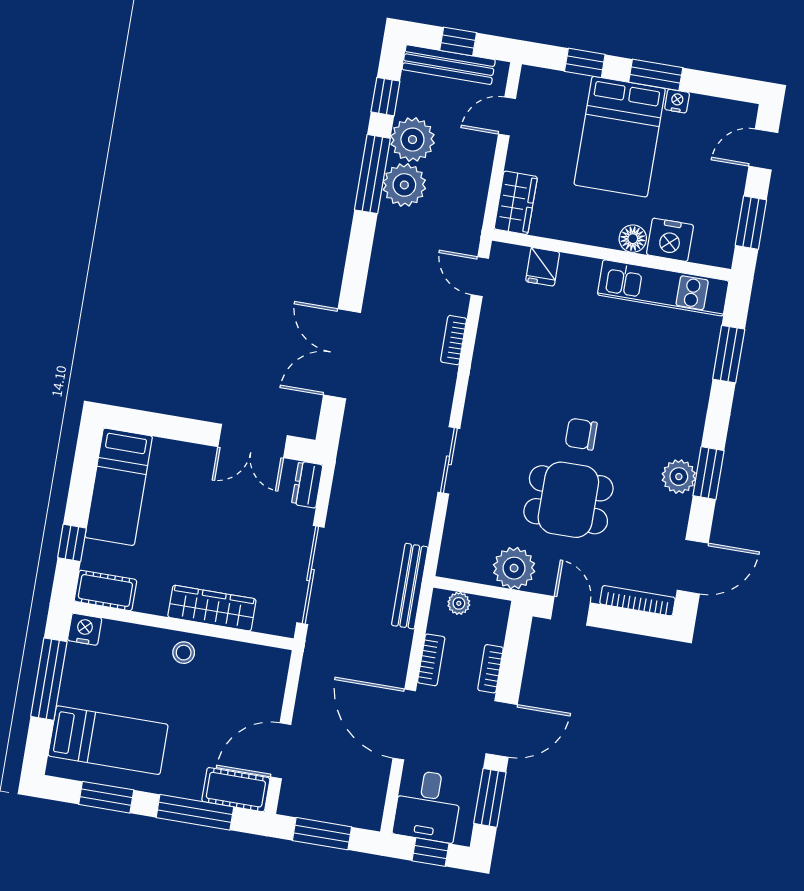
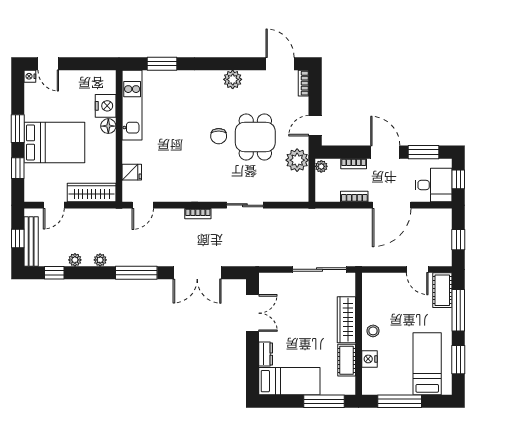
nightstand: (677, 101) -> (30, 76), moved
door: (507, 116) -> (54, 205), hinge flipped
plant: (412, 140) -> (75, 260), width x0.53, depth x0.53
window: (372, 174) -> (136, 273), moved
plant: (404, 185) -> (100, 260), width x0.53, depth x0.53
wardrobe: (516, 203) -> (92, 193), width x1.50
window: (751, 223) -> (89, 64), removed
bookcase: (454, 340) -> (198, 214), moved
window: (709, 473) -> (228, 64), removed
dresser: (307, 485) -> (266, 354), moved, turned -90
window: (72, 543) -> (324, 401), width x2.17
bench: (410, 586) -> (316, 215), removed
cot: (105, 590) -> (347, 360), moved
bookcase: (637, 601) -> (304, 83), width x0.64
plant: (459, 603) -> (321, 166), moved
nightstand: (85, 629) -> (369, 359), moved
door: (281, 751) -> (417, 269), width x0.73
window: (322, 834) -> (458, 240), width x0.67

